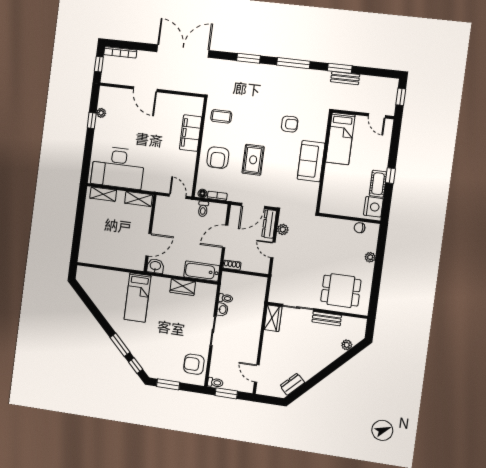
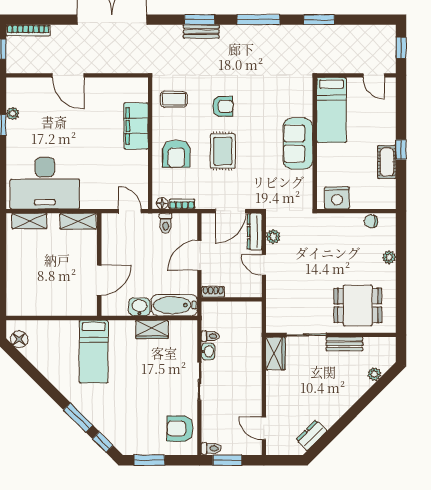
bench: (345, 78) -> (201, 32), moved
armchair: (290, 124) -> (223, 106), moved
nightstand: (373, 207) -> (337, 198), moved, turned 90
washbasin: (155, 266) -> (139, 307), moved
floor lamp: (85, 281) -> (19, 339), added

